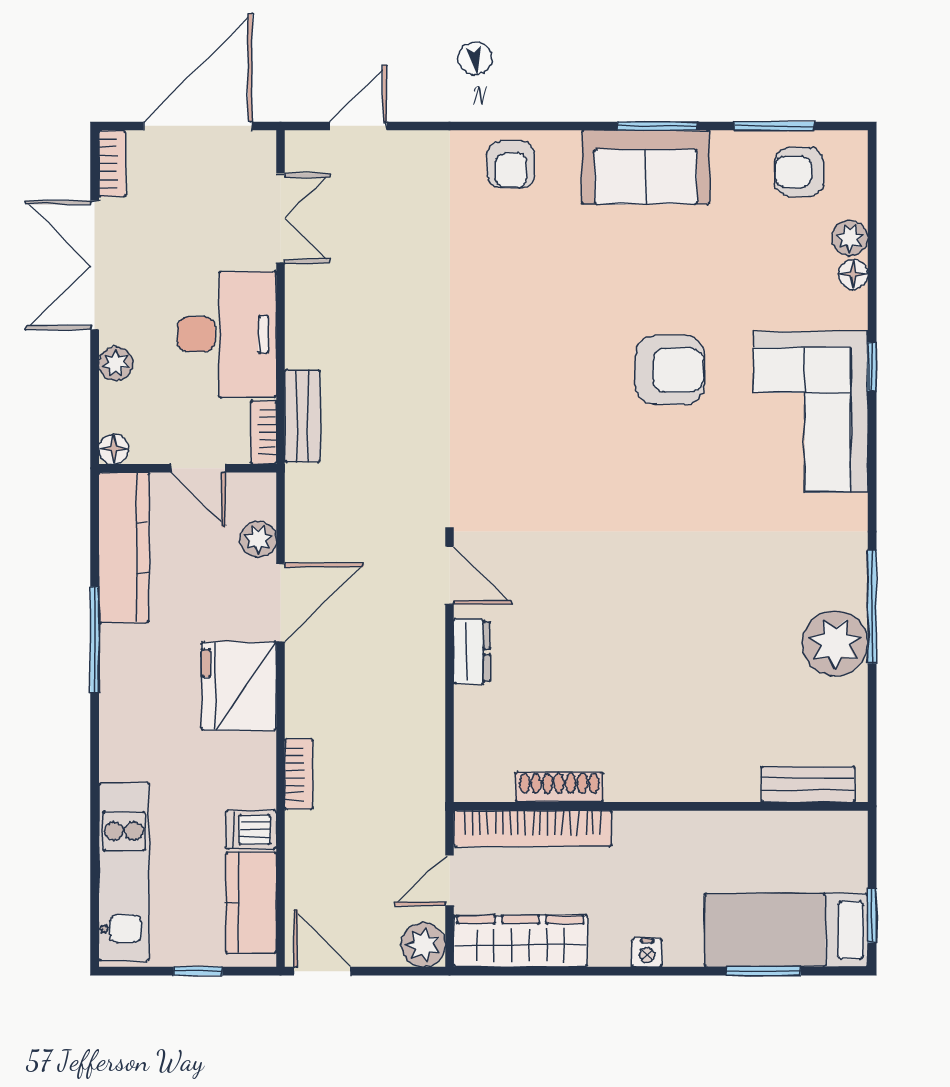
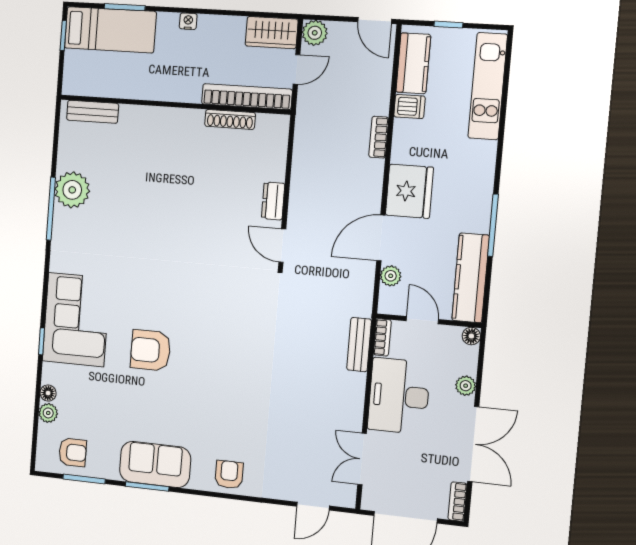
wardrobe: (520, 941) -> (272, 33), width x0.67

